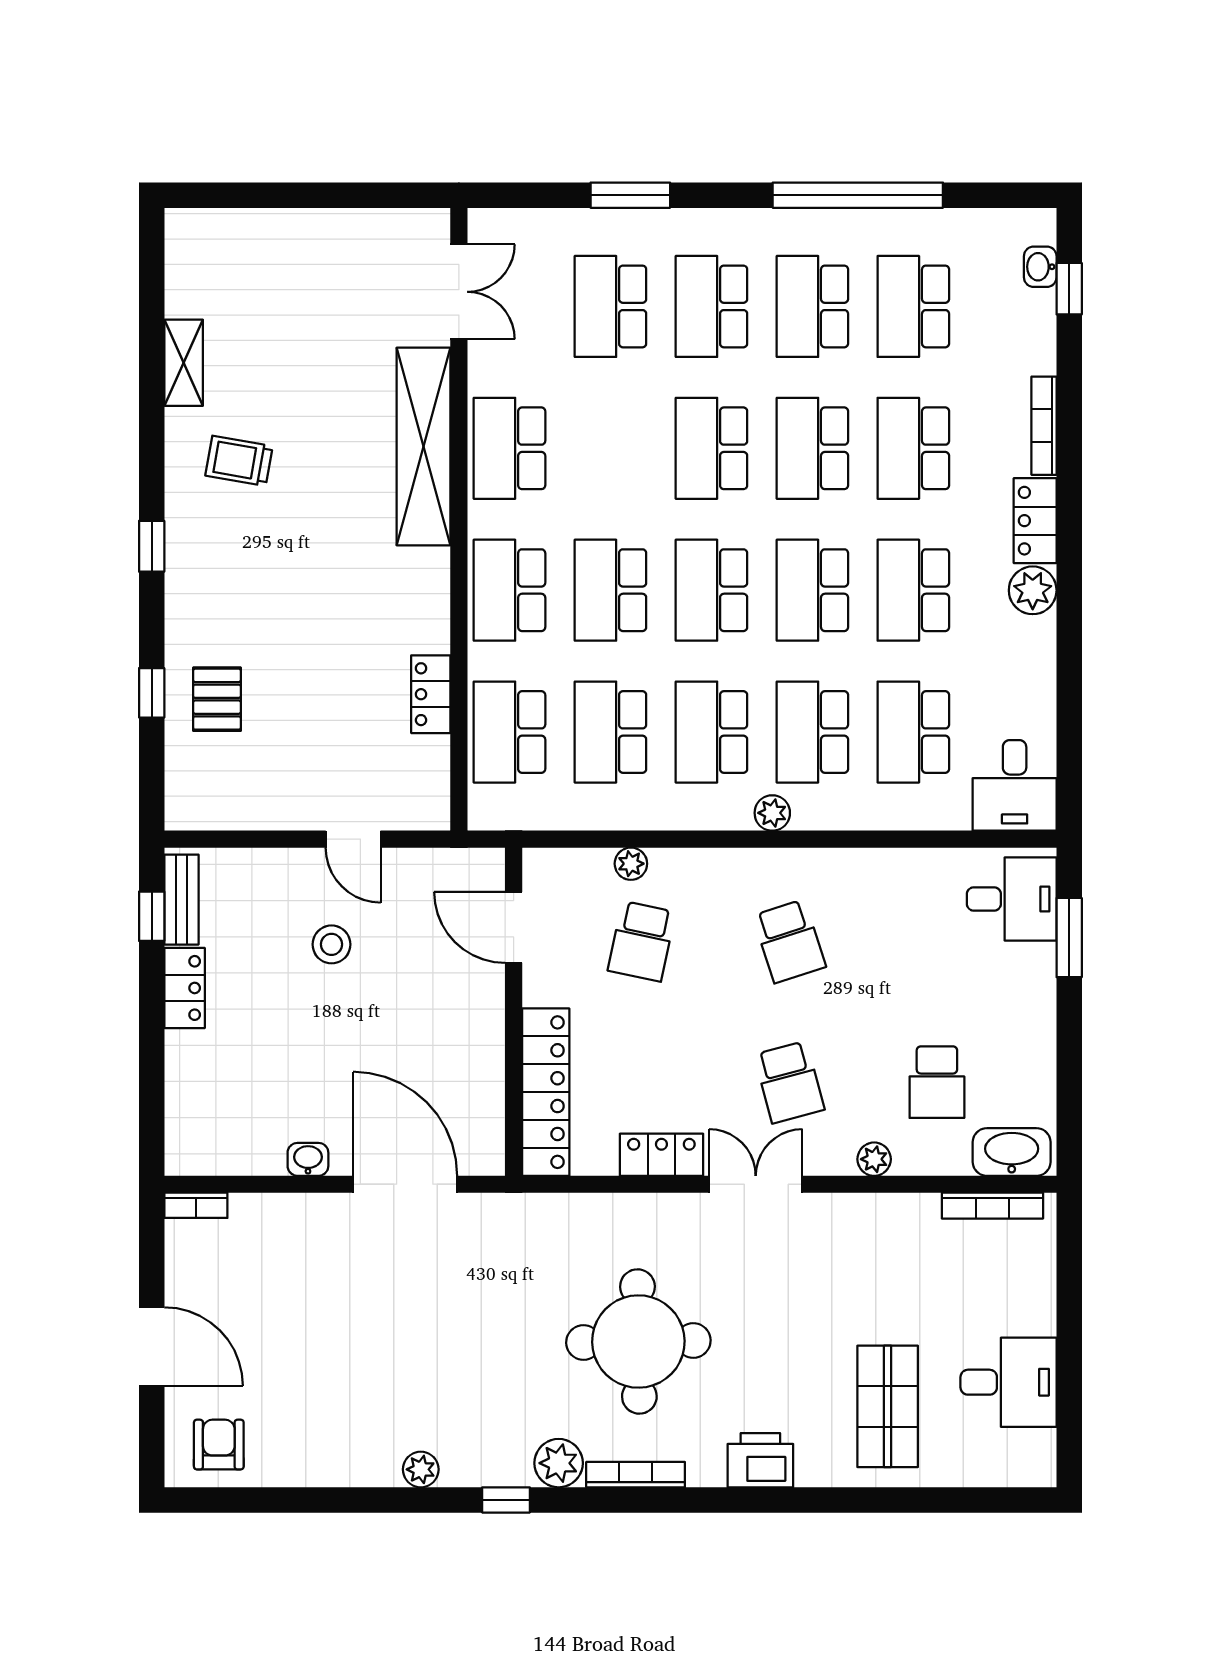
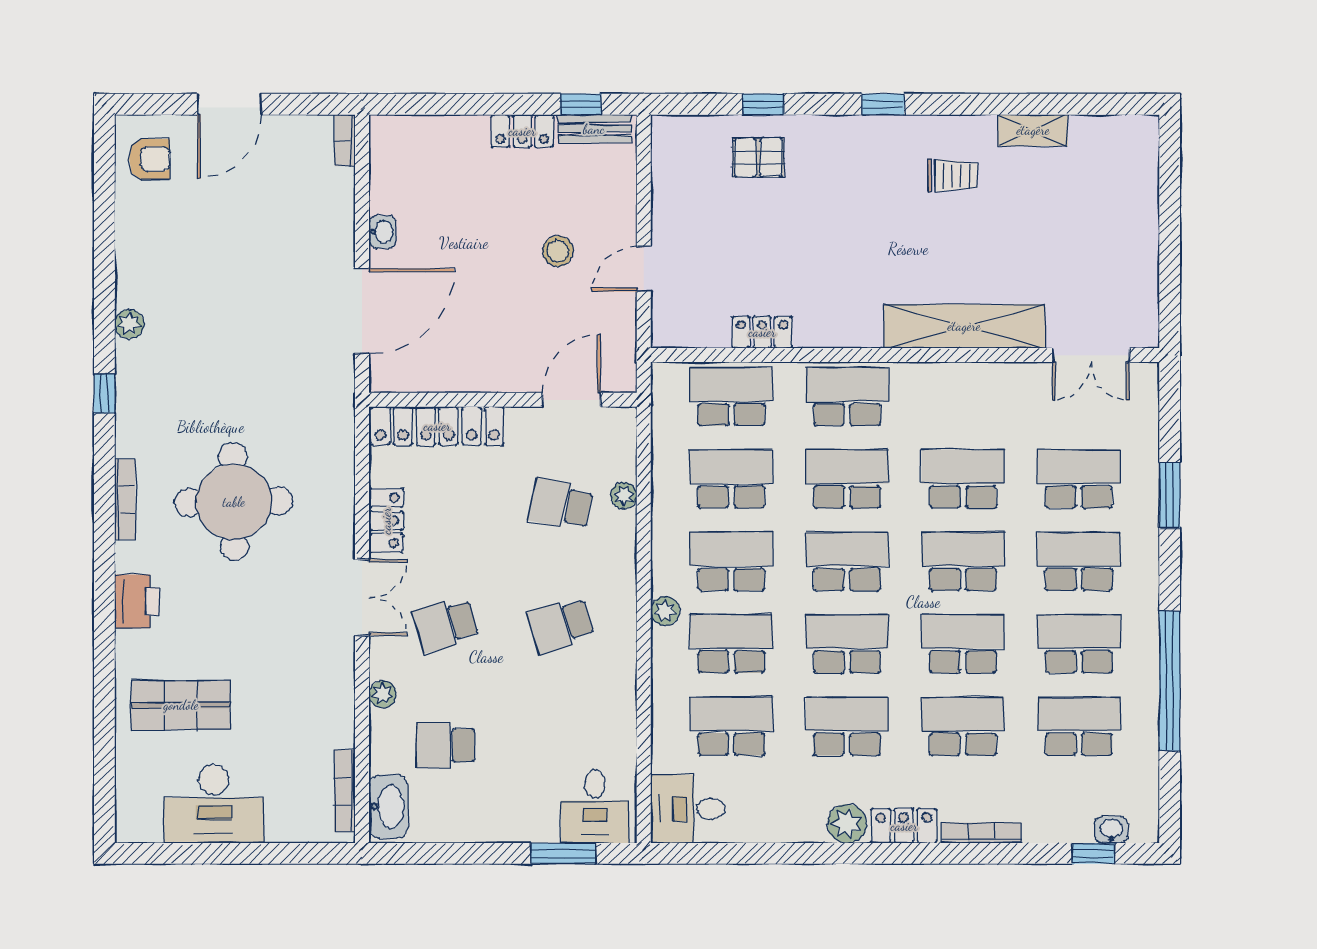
school desk: (509, 448) -> (963, 479), moved
trolley: (239, 461) -> (953, 176), turned 80
desk: (1008, 1382) -> (214, 804), width x1.37
plant: (559, 1463) -> (134, 437), removed

